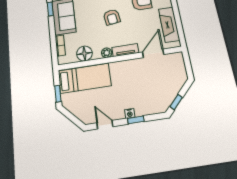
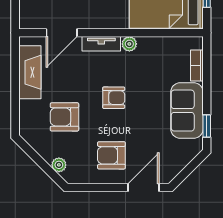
armchair: (112, 17) -> (114, 98), turned 98
floor lamp: (84, 54) -> (162, 48), removed

